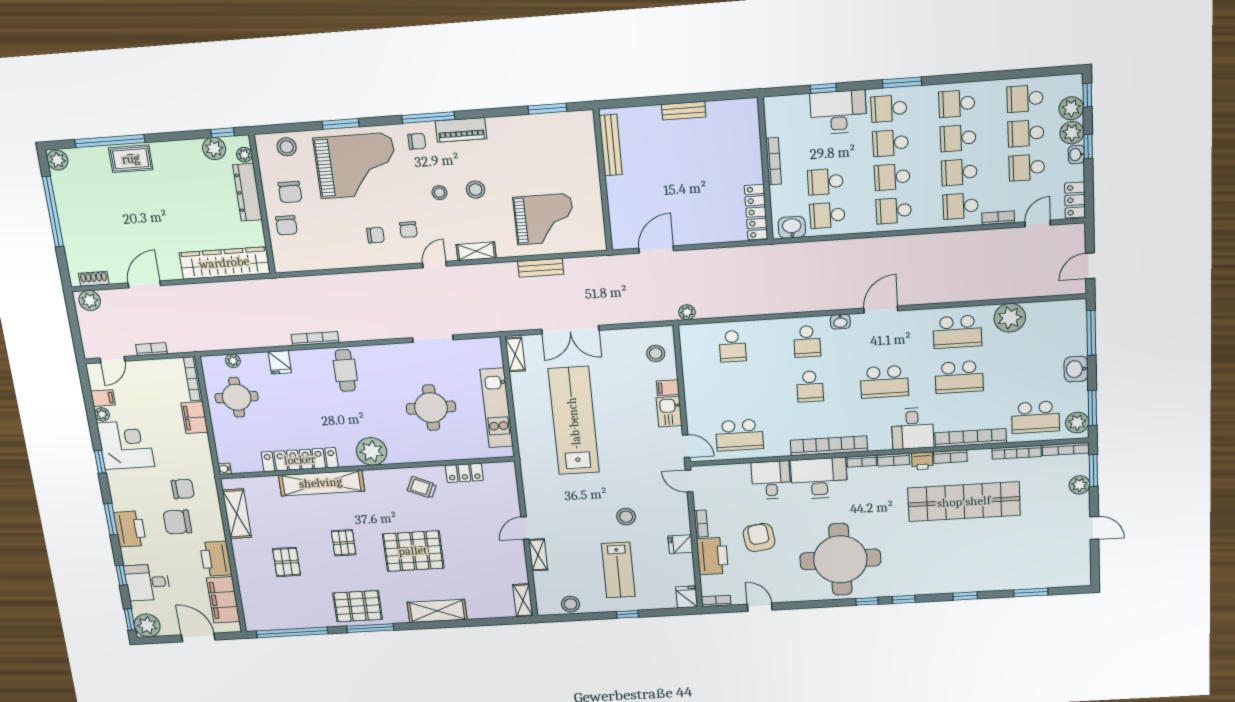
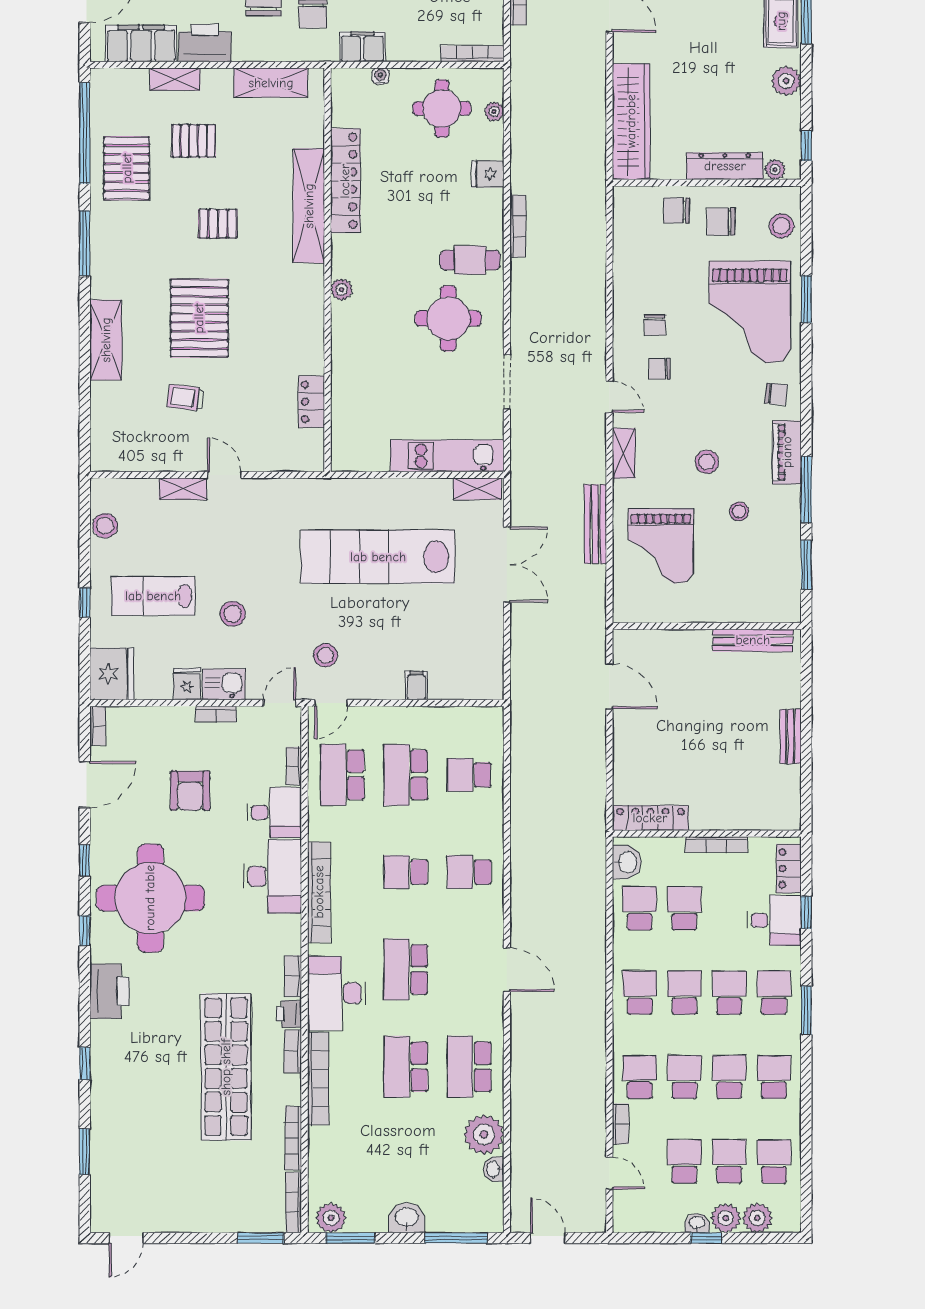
window: (1087, 95) -> (773, 1238), removed
desk: (838, 112) -> (774, 920), width x0.73
window: (428, 117) -> (806, 489), moved
chair: (417, 141) -> (776, 394), turned -85
plant: (214, 149) -> (786, 81), moved
stool: (439, 193) -> (739, 511), moved
locker: (1075, 200) -> (789, 868), moved, turned -90
bench: (541, 268) -> (595, 524), width x1.36
plant: (687, 312) -> (521, 719), removed
washbasin: (840, 322) -> (494, 1169), moved
double door: (570, 330) -> (507, 565), swing flipped
stool: (656, 353) -> (326, 655), moved
round table: (431, 408) -> (448, 319), moved
kitchen unit: (497, 408) -> (447, 456), moved
kitchen sink: (669, 412) -> (224, 684), moved
school desk: (1035, 417) -> (406, 775), moved
filing cabinet: (194, 418) -> (362, 47), moved
lab bench: (574, 421) -> (378, 557), turned 180
desk: (913, 428) -> (337, 993), width x1.37
plant: (372, 451) -> (342, 290), width x0.53, depth x0.53
bookcase: (862, 461) -> (294, 766), moved
water cooler: (225, 469) -> (380, 76), moved
plant: (1079, 485) -> (241, 1219), removed
trolley: (422, 487) -> (185, 398), moved, turned -107
door: (1094, 528) -> (126, 1238), moved
armchair: (759, 537) -> (190, 791), turned 98
printer: (712, 556) -> (109, 991), moved, turned -90
fridge: (687, 597) -> (112, 674), width x1.88, depth x1.34
window: (904, 599) -> (85, 861), moved
shelving: (523, 600) -> (175, 79), moved
pallet: (358, 606) -> (127, 168), moved
door: (760, 607) -> (85, 785), width x1.38

